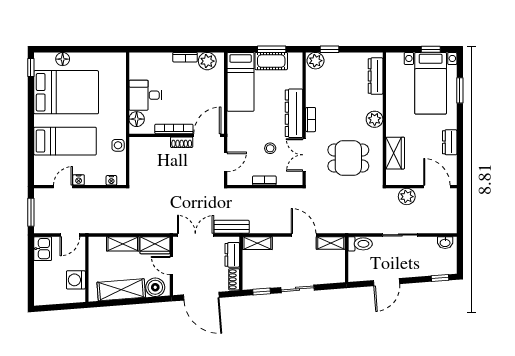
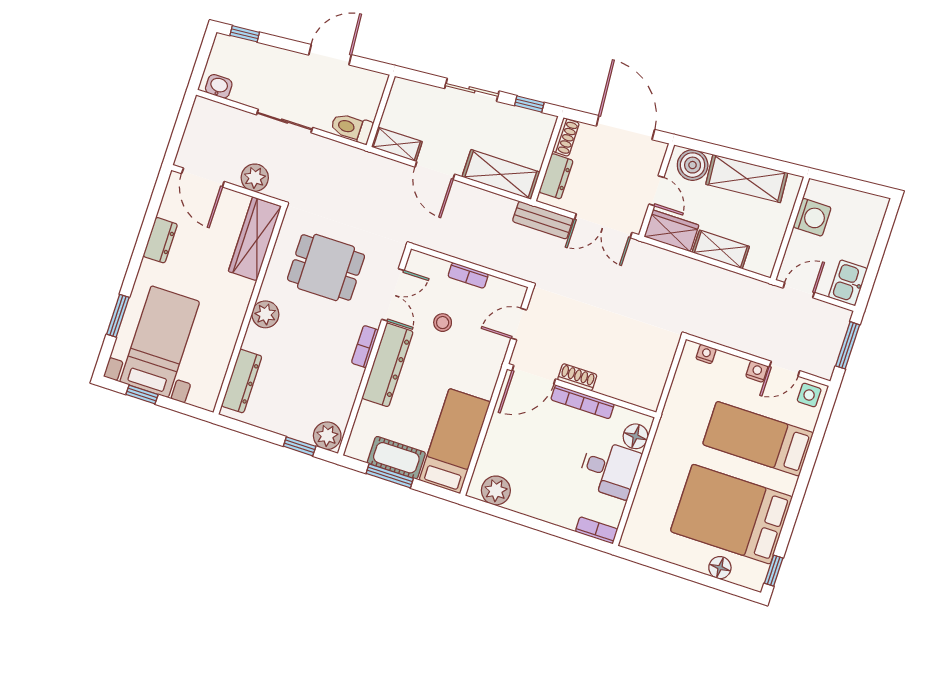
bookcase: (185, 57) -> (597, 530), moved
side table: (118, 145) -> (809, 395), moved
wardrobe: (395, 153) -> (255, 239), width x1.50
shelving: (257, 243) -> (501, 174), width x1.50, depth x1.33

